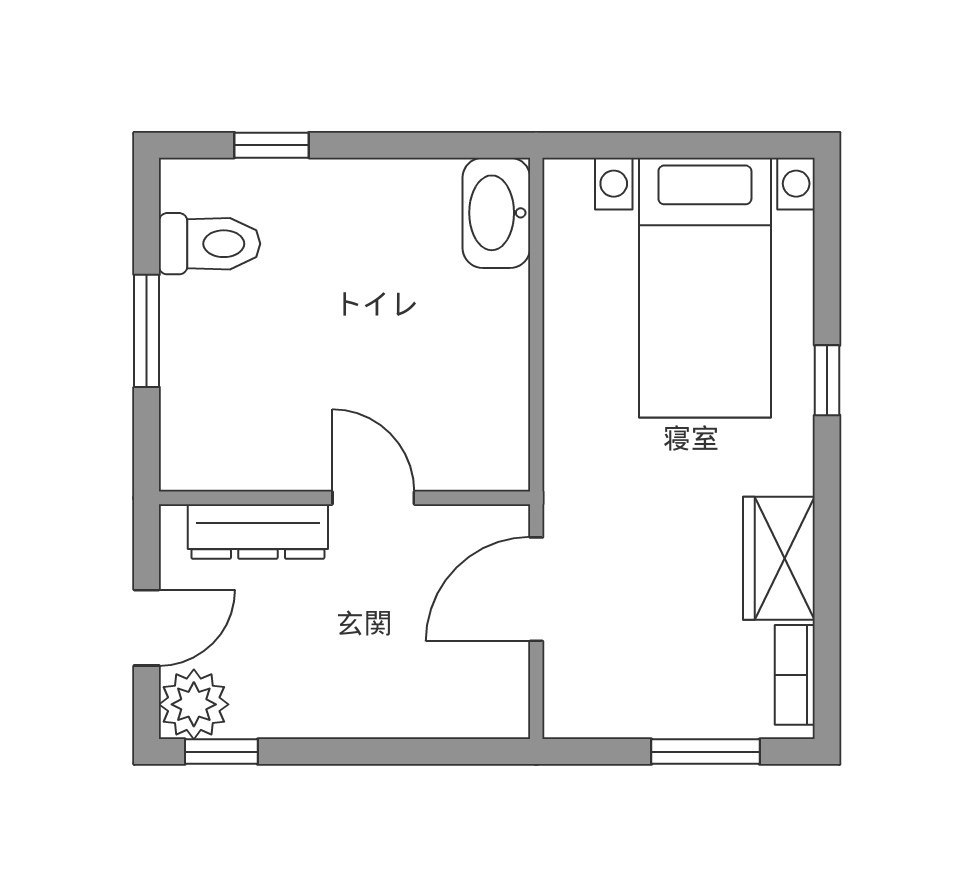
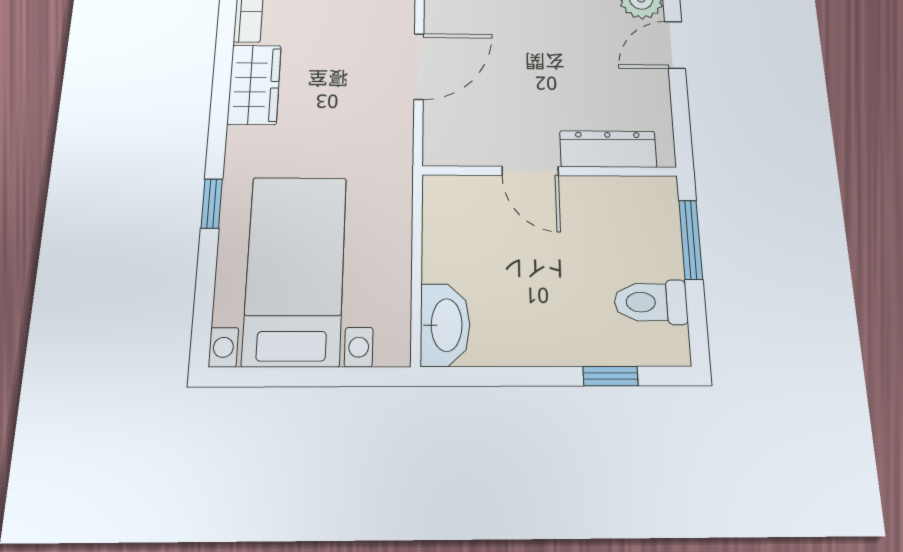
wall: (345, 498) -> (550, 171), moved
door: (373, 498) -> (530, 171), moved
dresser: (258, 532) -> (608, 149), moved

